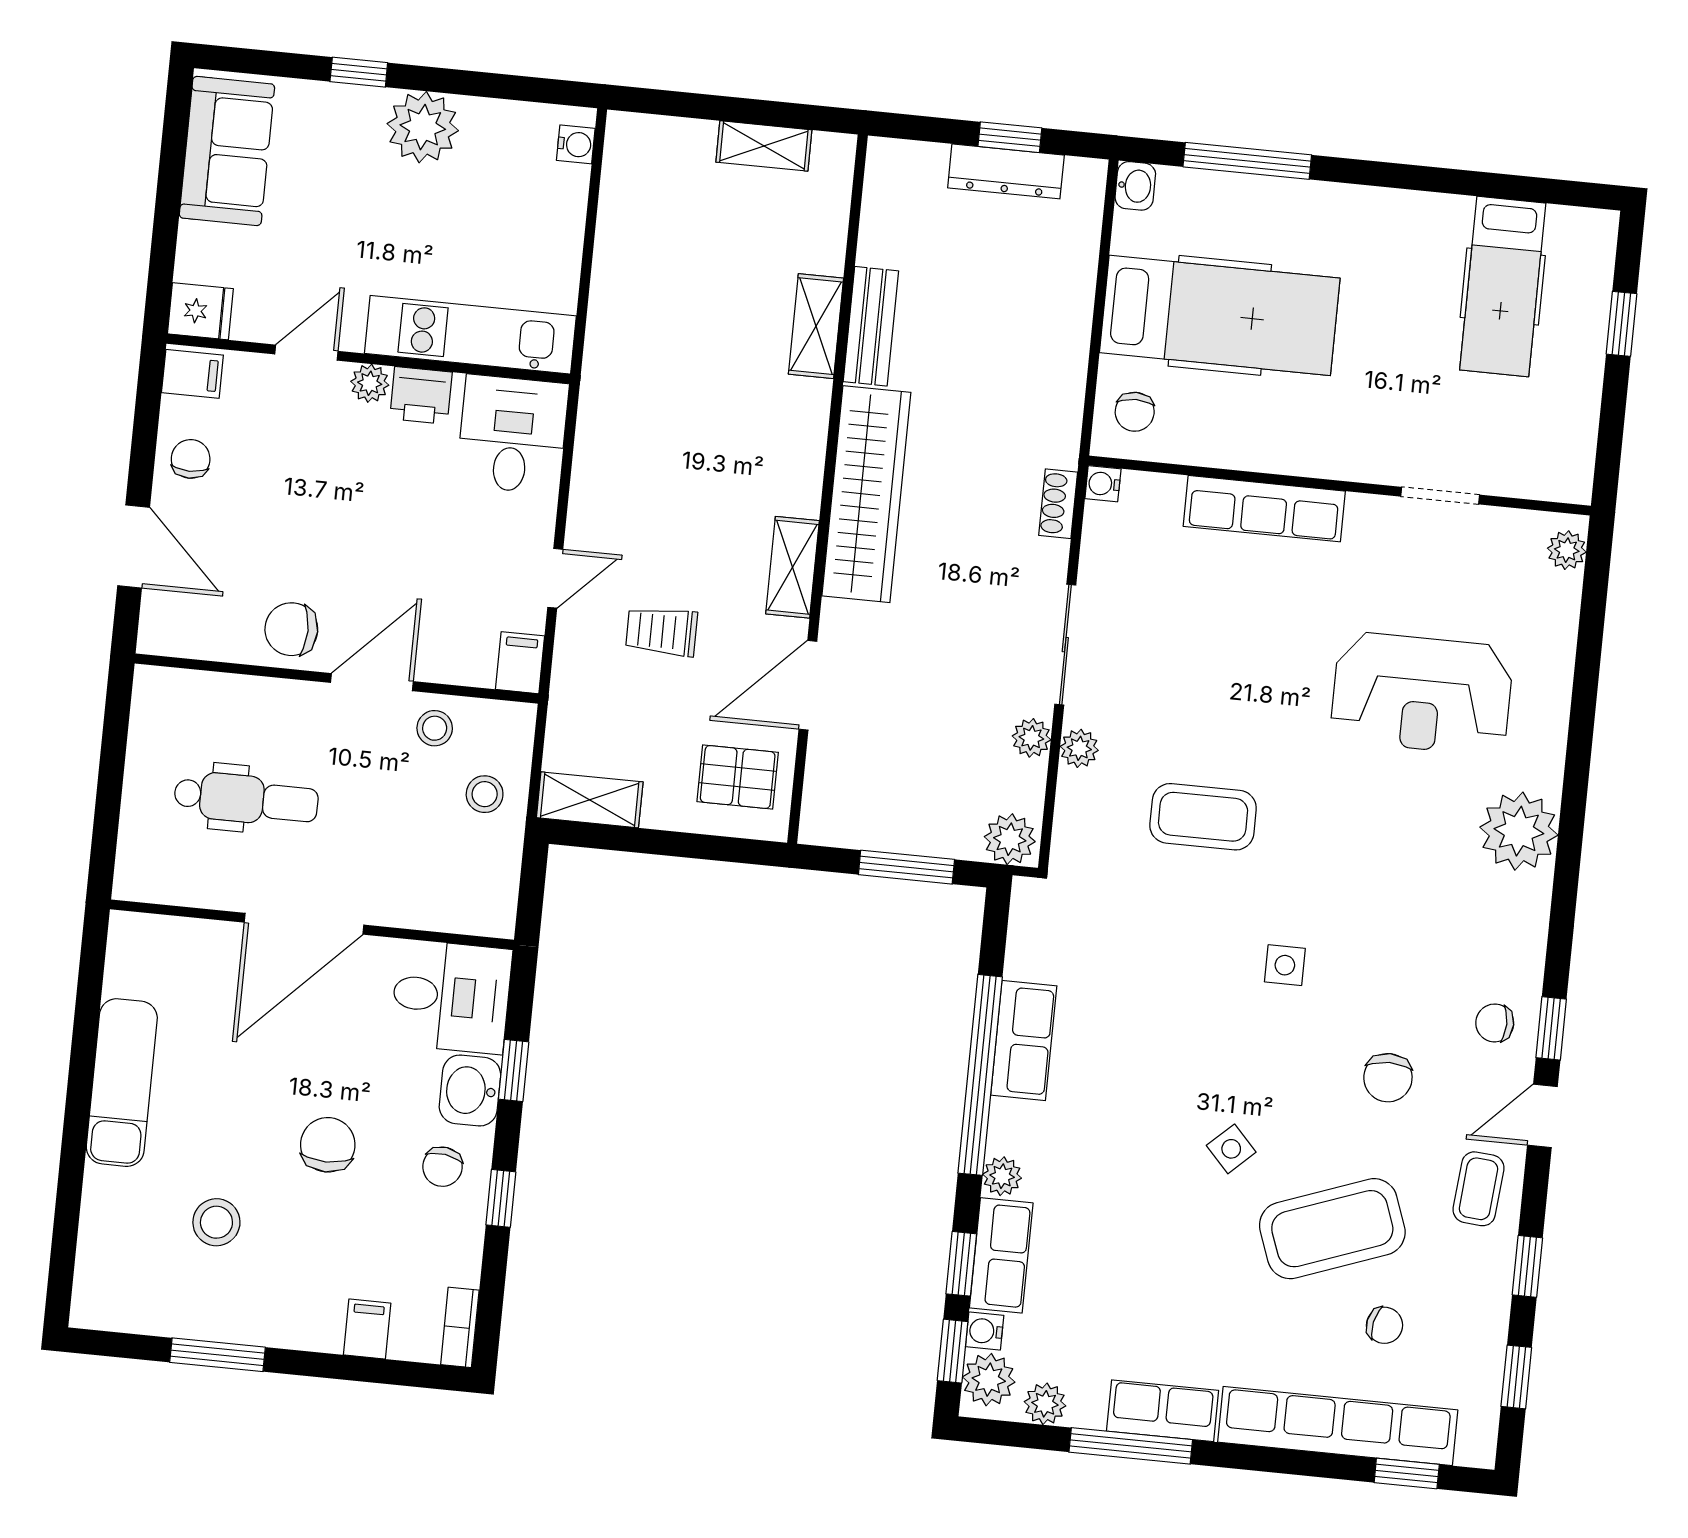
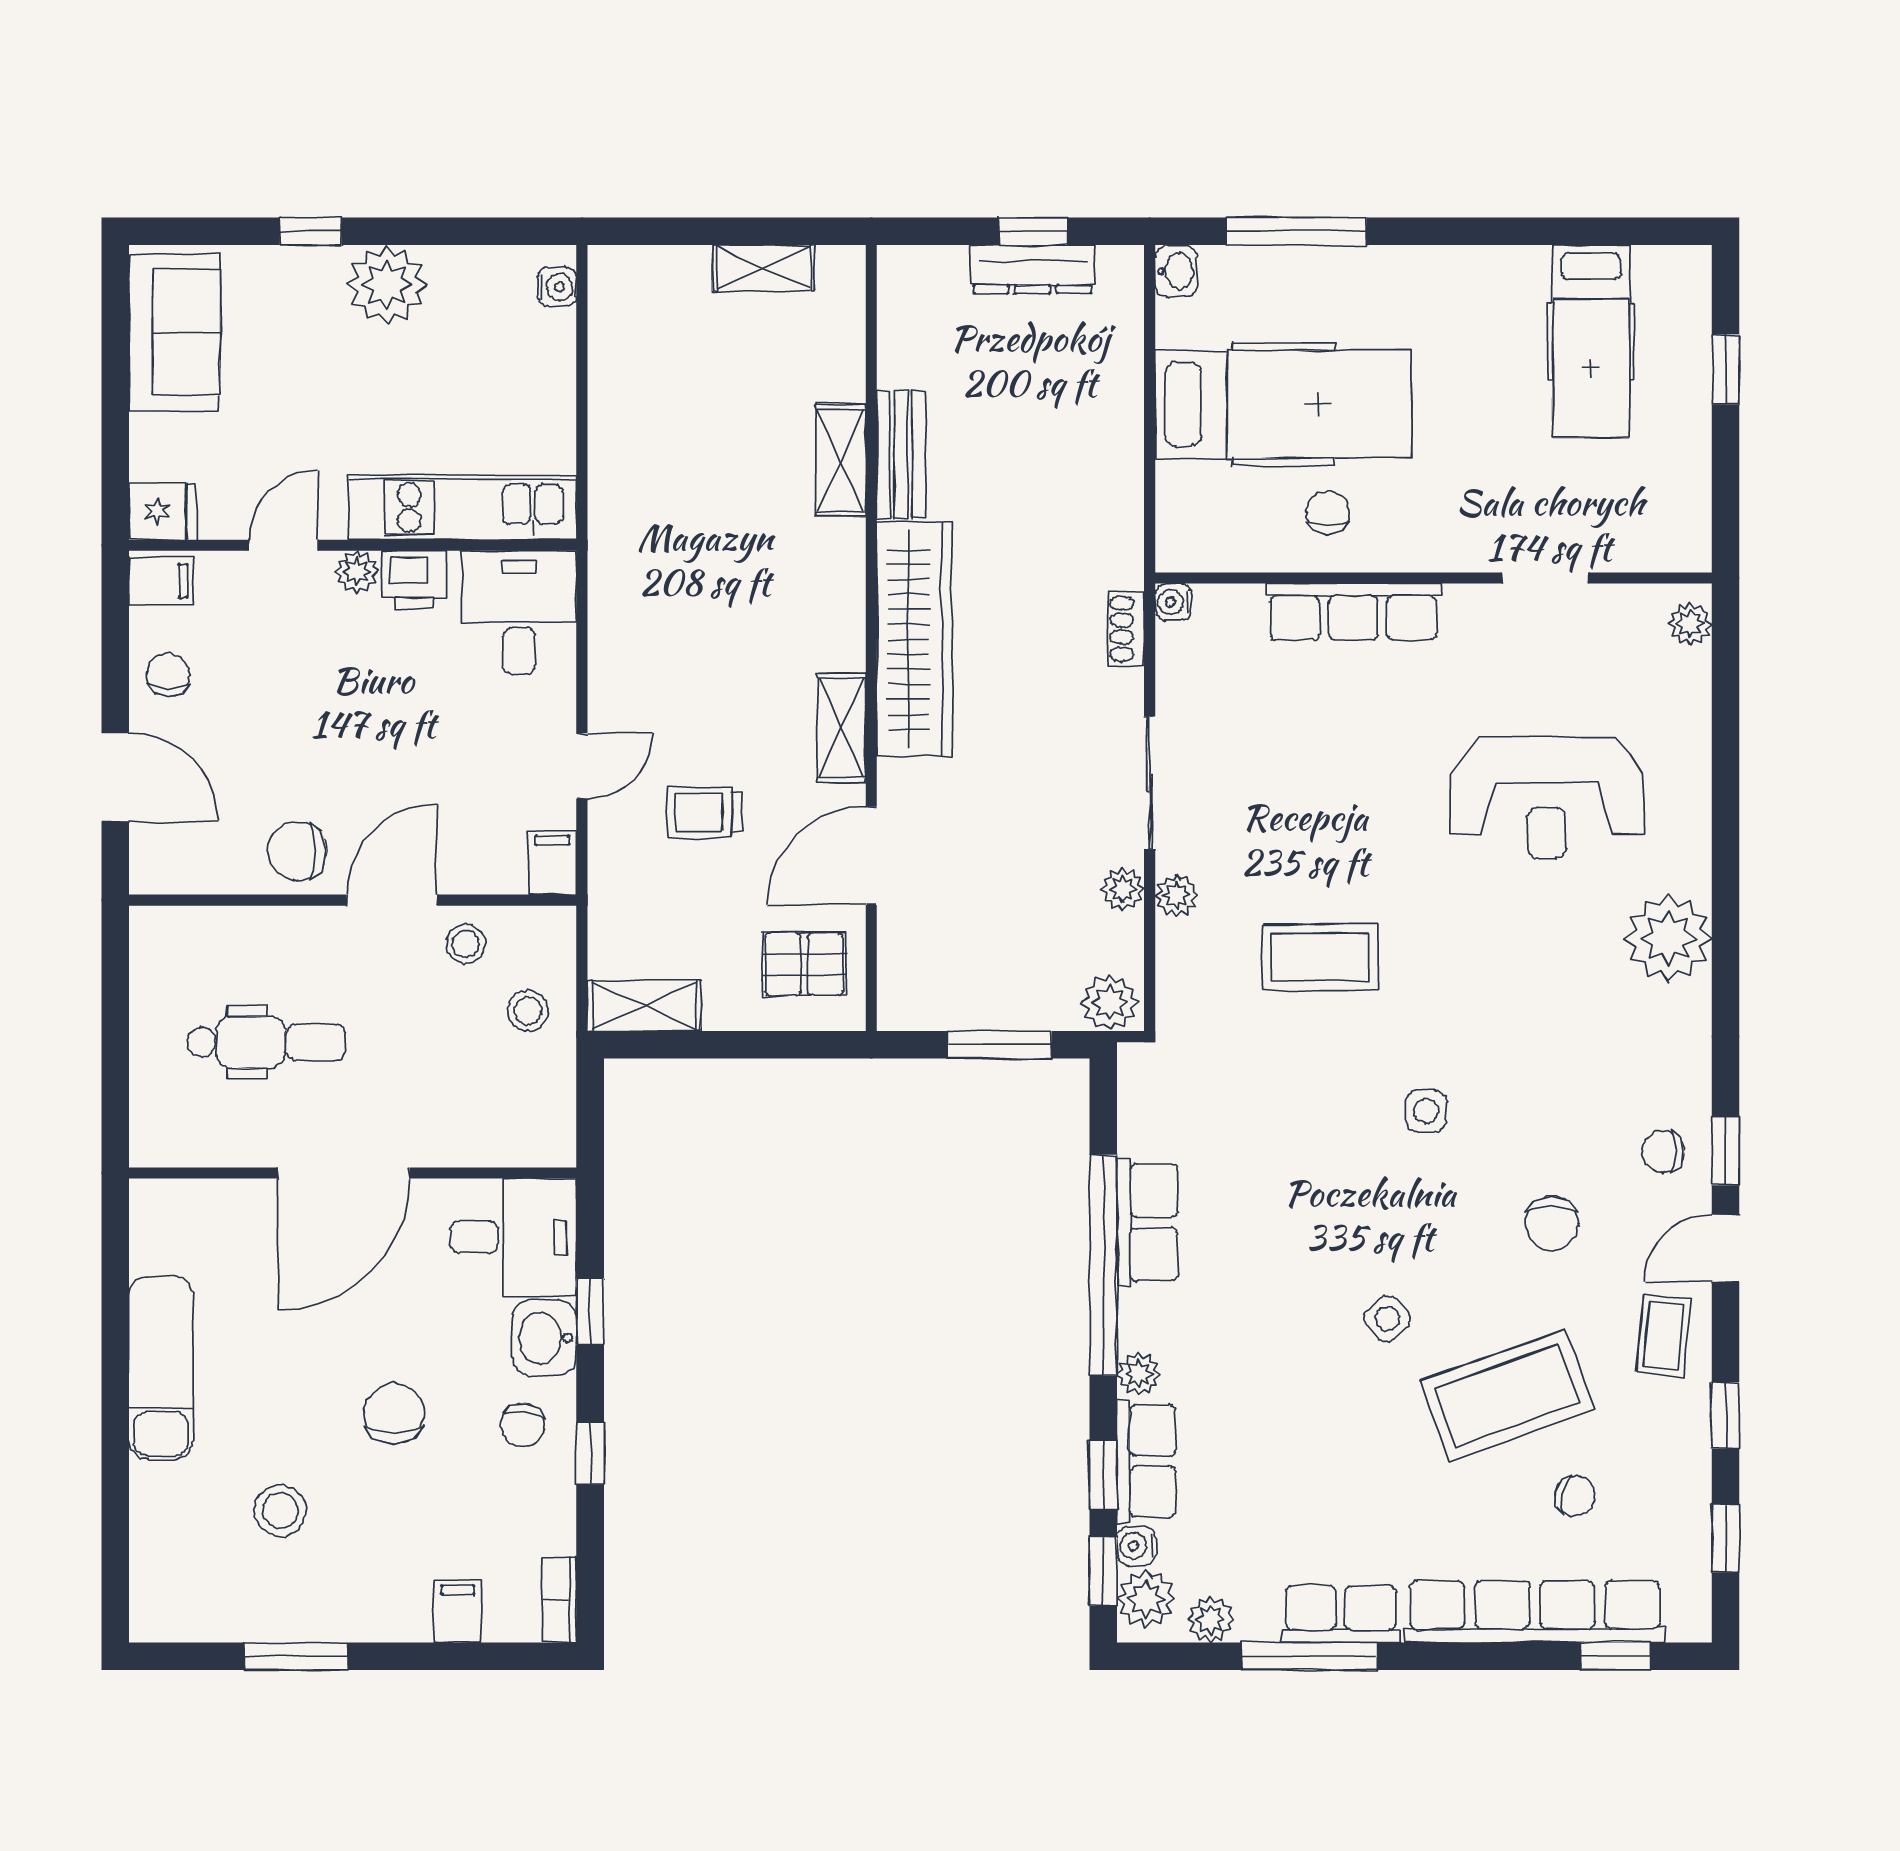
chair: (1135, 412) -> (1328, 513), moved, turned 180

